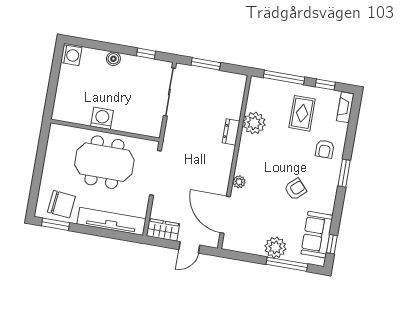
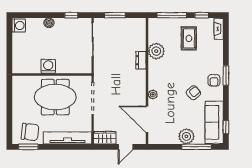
armchair: (325, 149) -> (214, 80), moved
sofa: (317, 235) -> (214, 122), width x1.36

